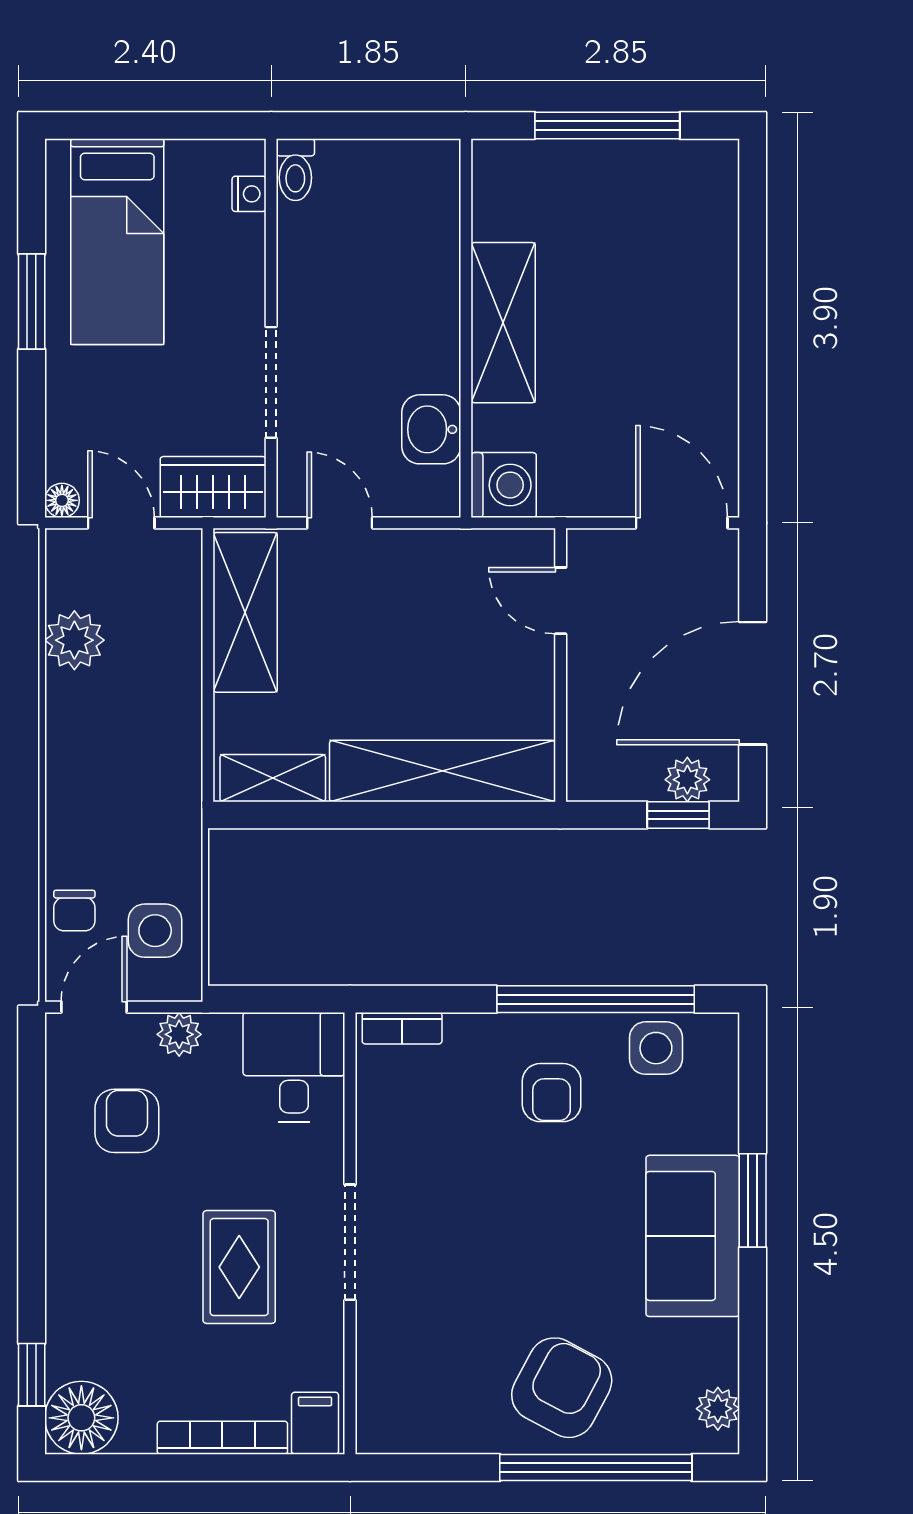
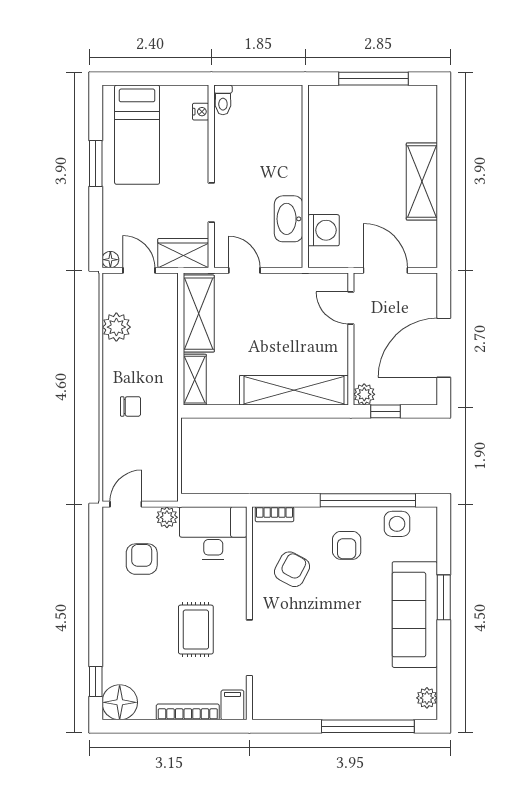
shelving: (503, 323) -> (422, 182), moved
doorway: (271, 382) -> (211, 203), width x0.73
washbasin: (431, 429) -> (289, 219), width x1.38
washing machine: (504, 485) -> (323, 230), moved
door: (682, 523) -> (385, 270), moved
shelving: (273, 778) -> (195, 380), moved, turned 90
plant: (687, 780) -> (364, 394), moved
window: (678, 815) -> (386, 411), moved
chair: (74, 910) -> (130, 406), moved, turned -90
side table: (155, 931) -> (155, 467), removed
desk: (294, 1067) -> (213, 533), width x1.37
sofa: (693, 1236) -> (415, 615), width x1.36
doorway: (350, 1242) -> (249, 648), moved
armchair: (562, 1388) -> (292, 569), moved, width x0.72, depth x0.72

